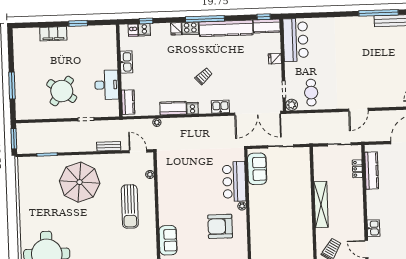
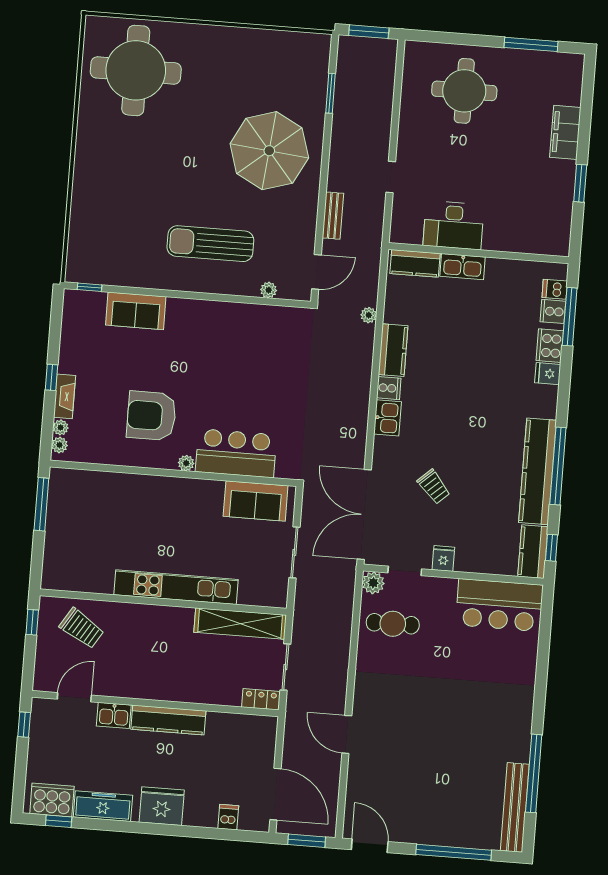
window: (205, 19) -> (558, 466), moved
window: (146, 21) -> (570, 317), width x2.17
cooker: (190, 28) -> (550, 346), moved
fridge: (275, 59) -> (443, 558), moved
kitchen sink: (126, 62) -> (463, 267), moved
trolley: (204, 76) -> (434, 487), moved
window: (12, 85) -> (531, 44), moved
round table: (62, 91) -> (464, 91), moved, turned -36
kitchen sink: (220, 107) -> (388, 418), moved
door: (358, 110) -> (347, 734), moved
locker: (357, 169) -> (261, 699), moved
kitchen counter: (372, 171) -> (168, 720), moved
kitchen unit: (305, 204) -> (176, 587), added
shelving: (321, 204) -> (240, 624), moved
armchair: (220, 226) -> (151, 416), turned -90

